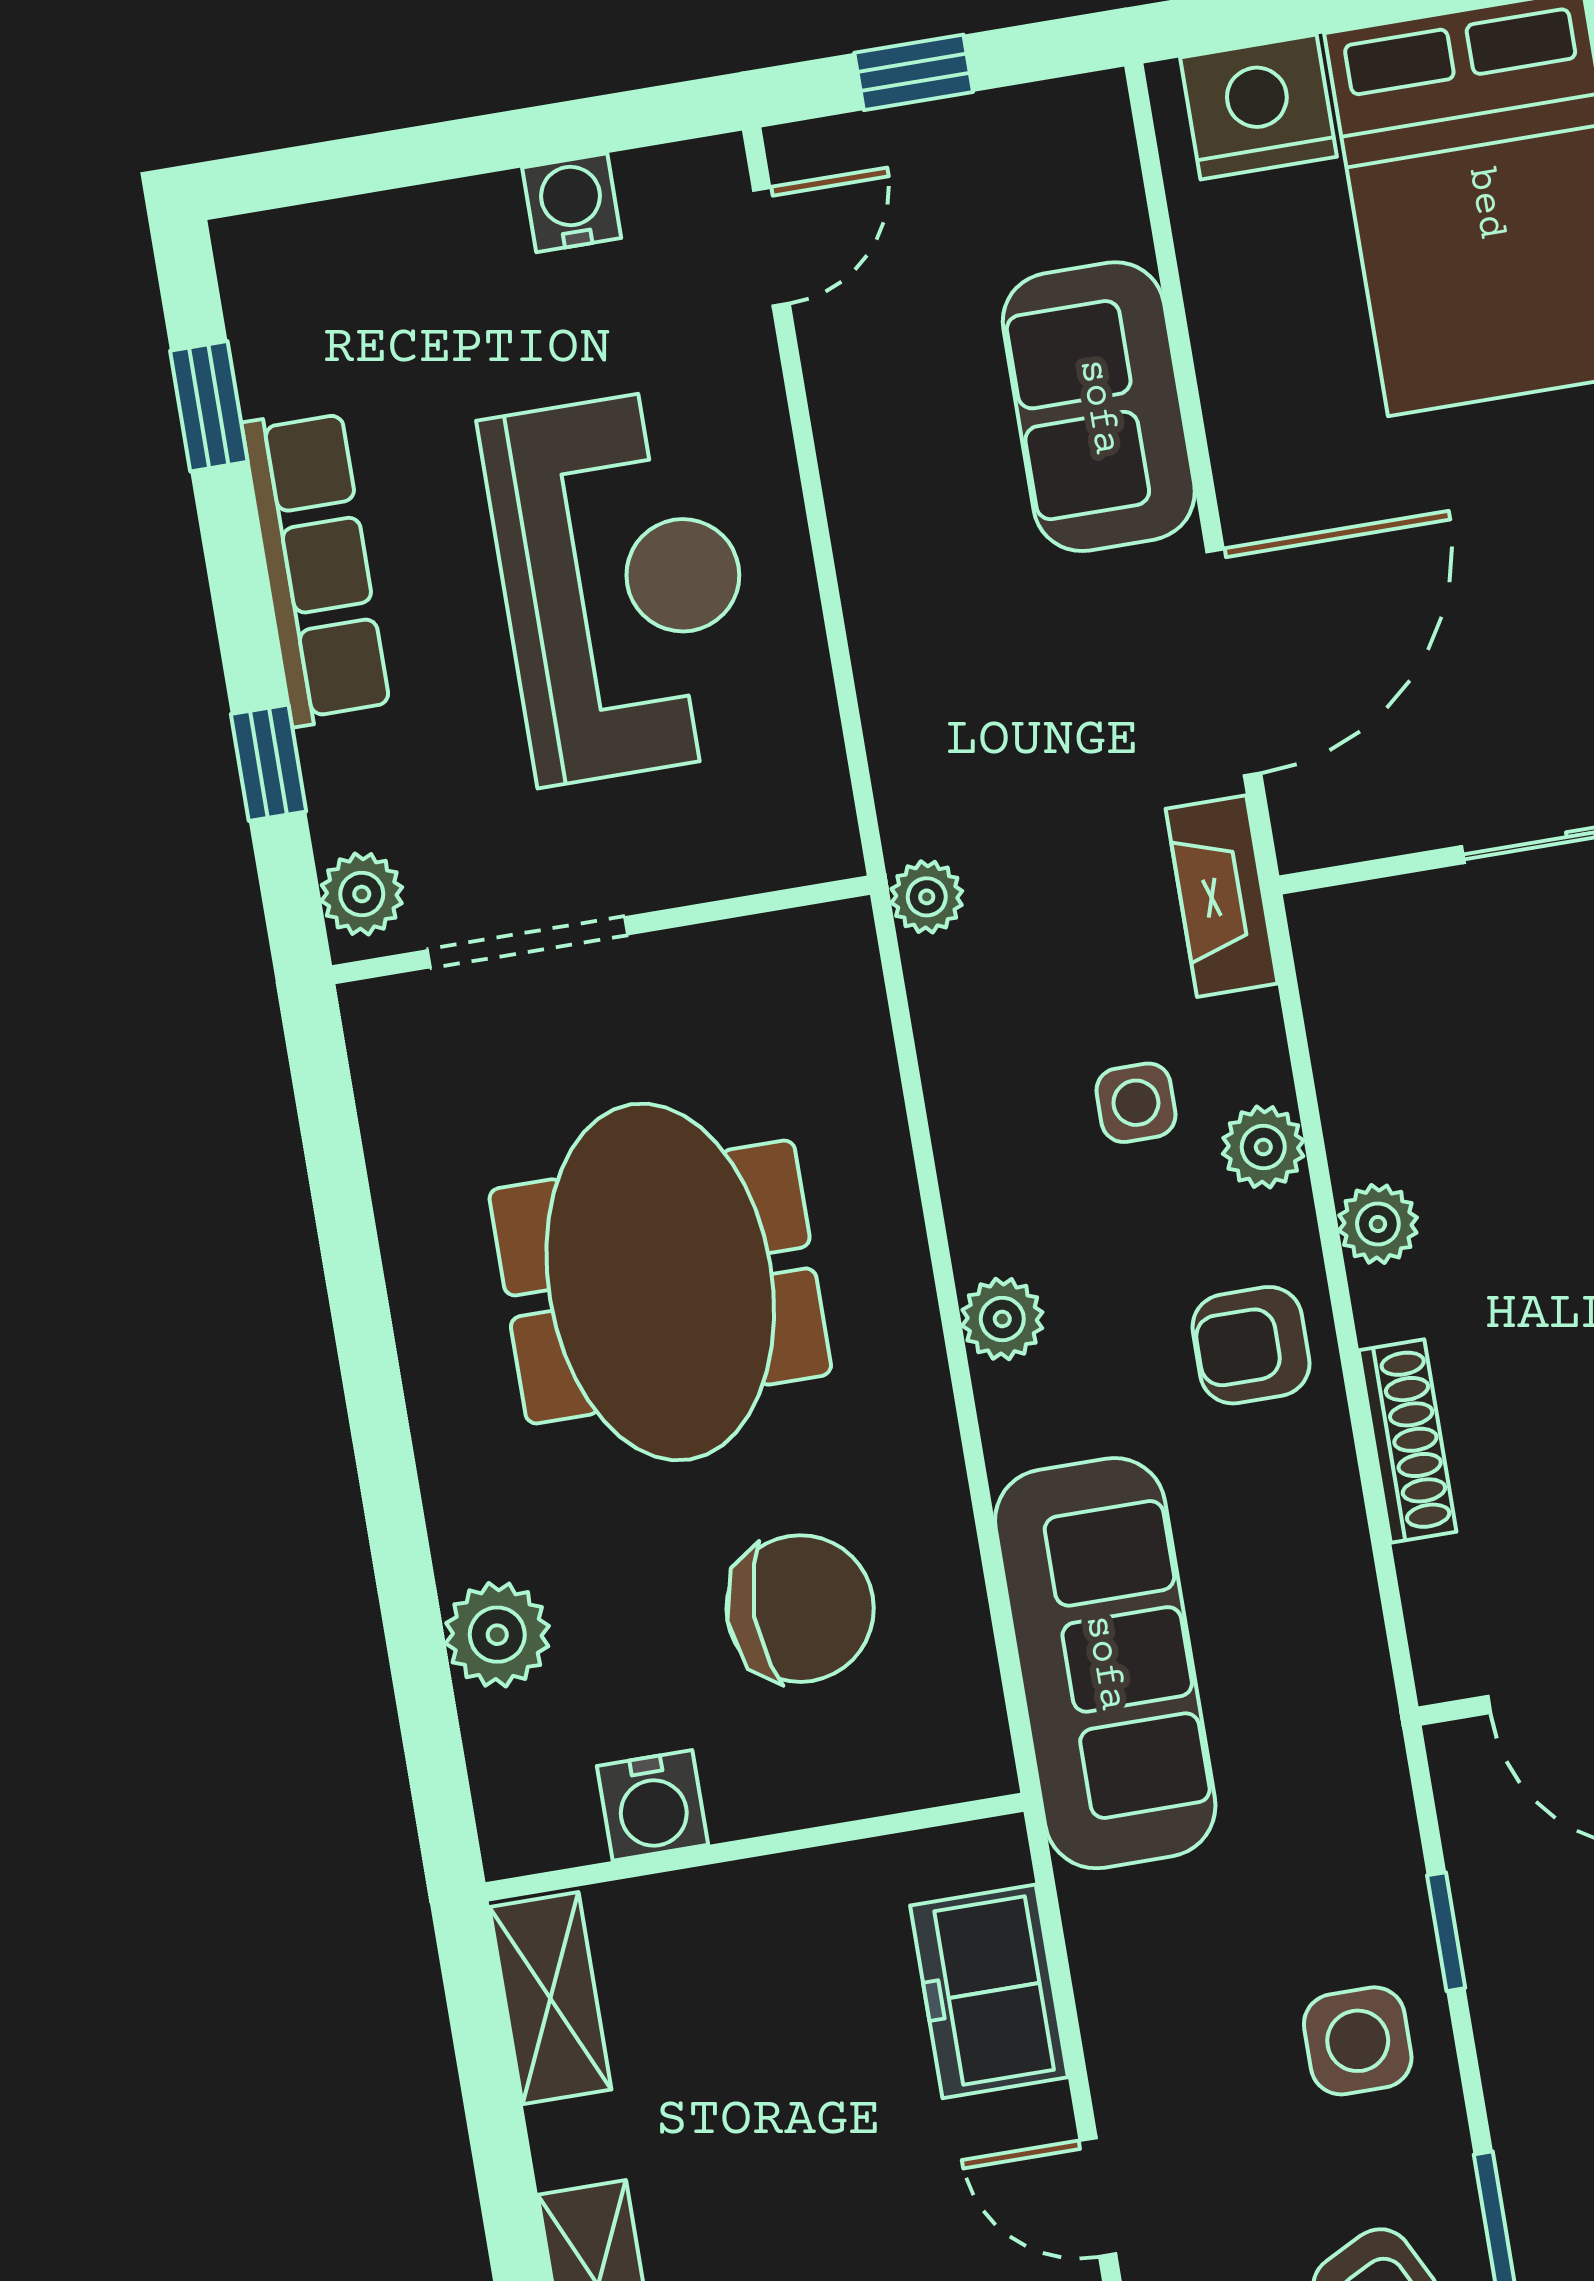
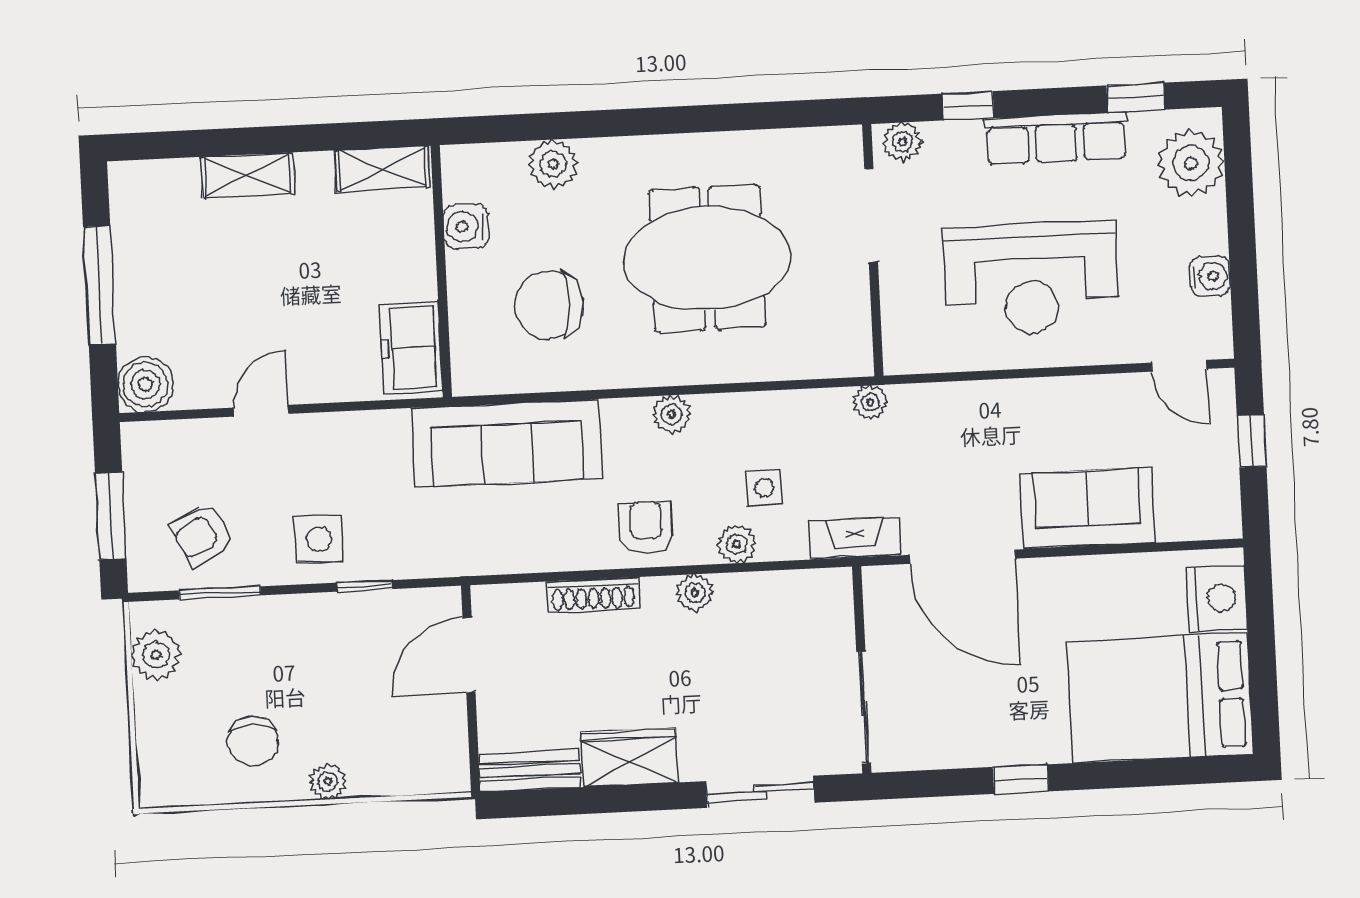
plant: (336, 272) -> (1191, 163), added
chair: (800, 1609) -> (549, 305), turned 90
freezer: (989, 1991) -> (411, 348), moved, turned -90

